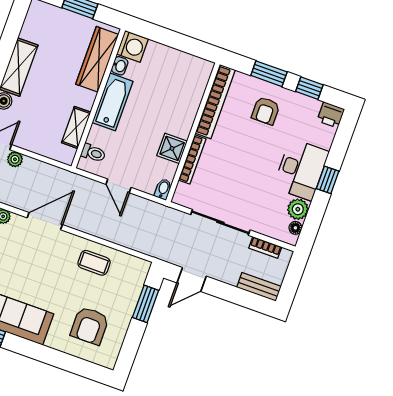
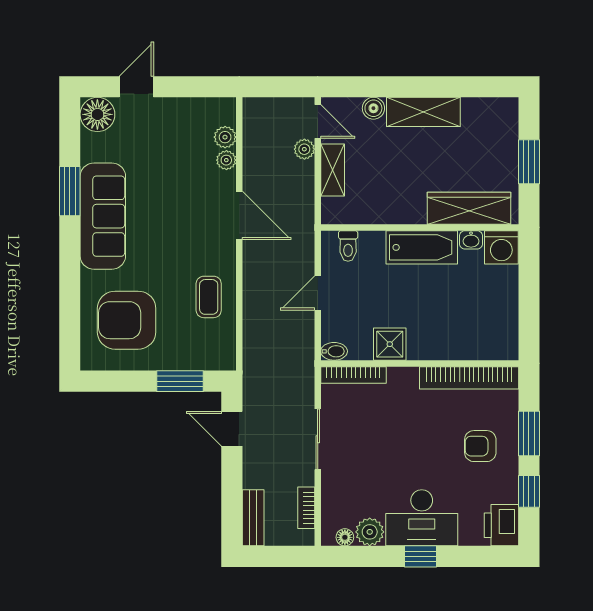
printer: (331, 115) -> (501, 525), width x1.36, depth x1.24
shelving: (76, 127) -> (333, 170), moved, turned 90
bookcase: (192, 159) -> (353, 375), moved
sliding door: (220, 222) -> (318, 439), width x0.73
armchair: (90, 326) -> (127, 320), width x1.36, depth x1.36

